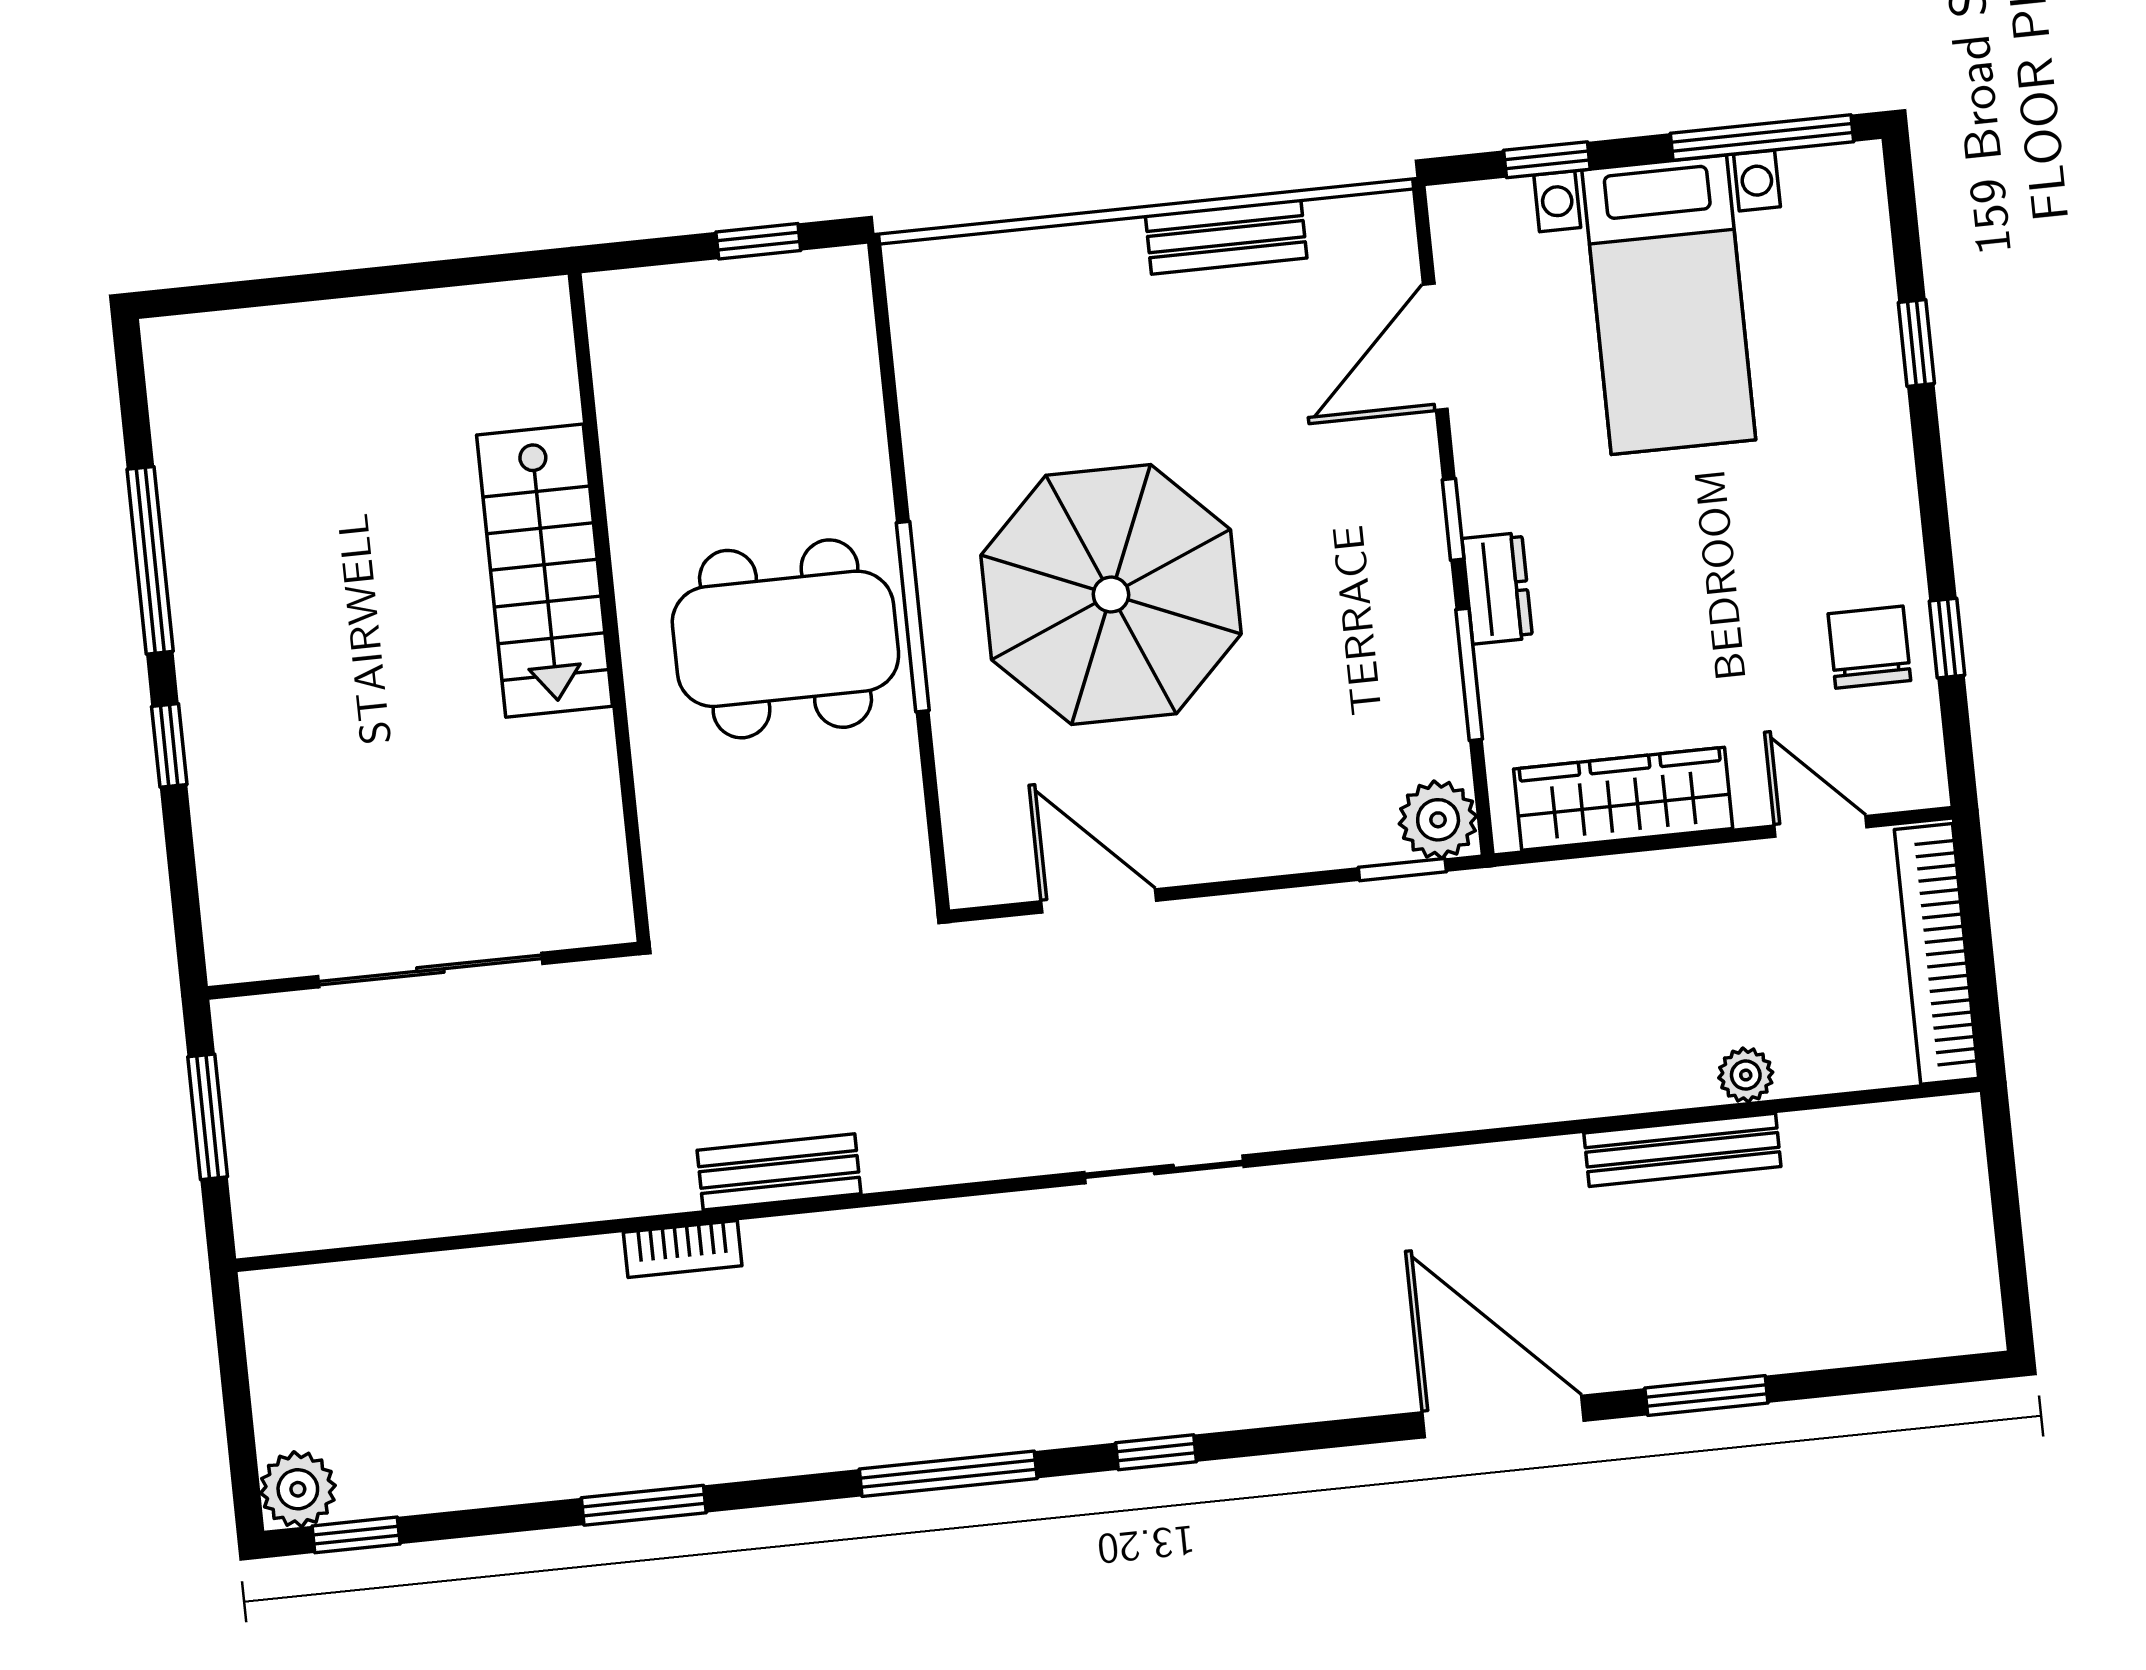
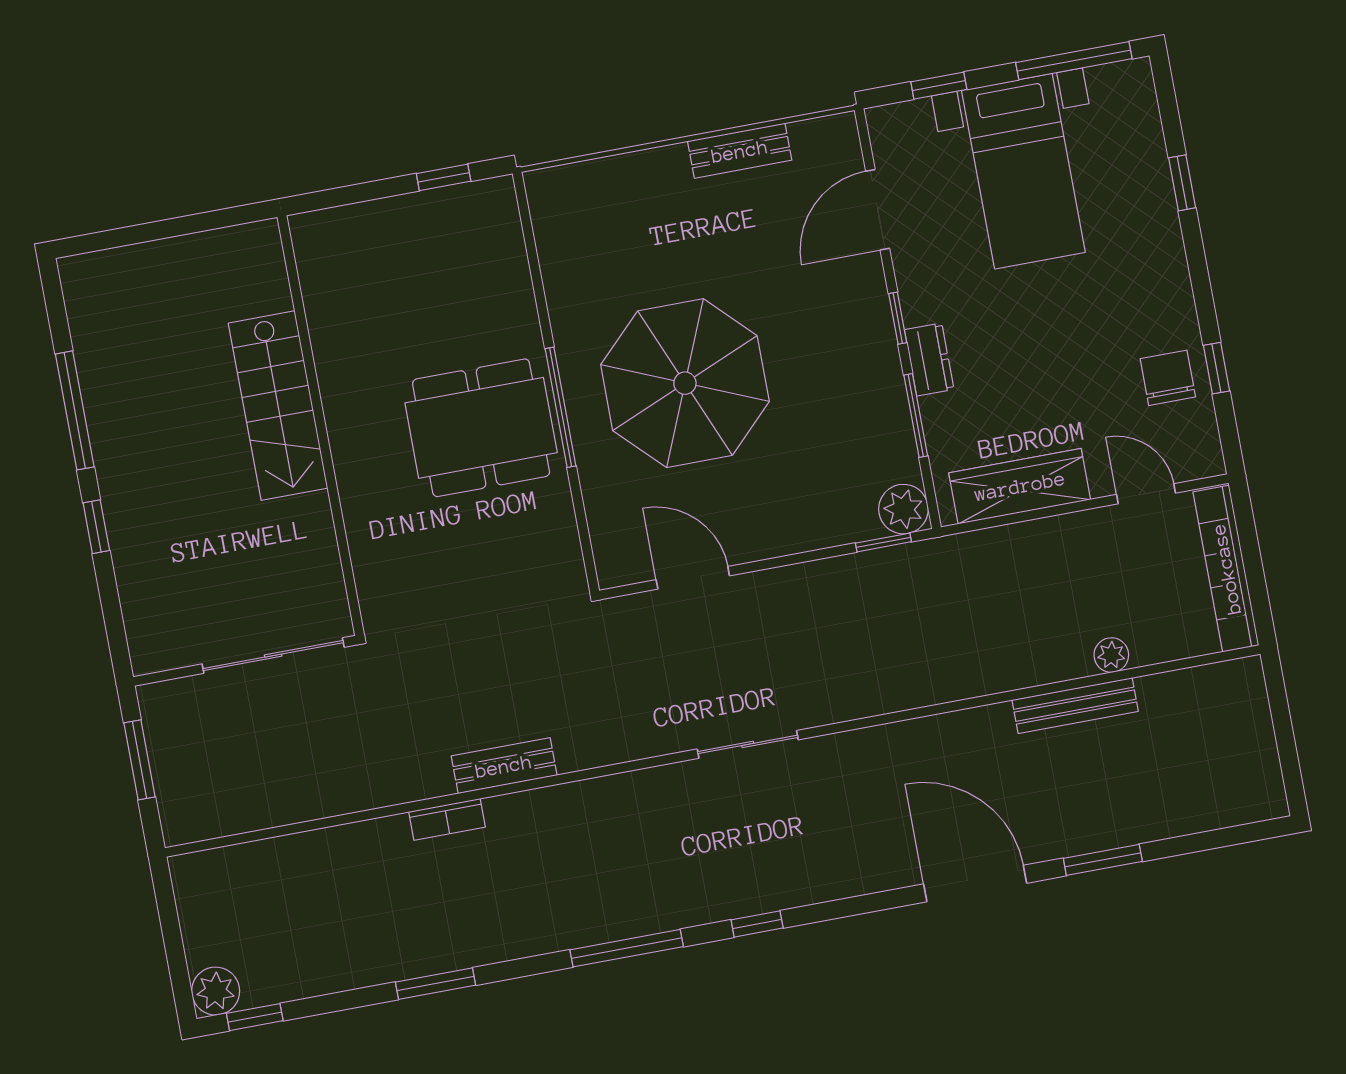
stairs: (545, 571) -> (278, 406), moved
wall: (609, 608) -> (321, 426), moved

